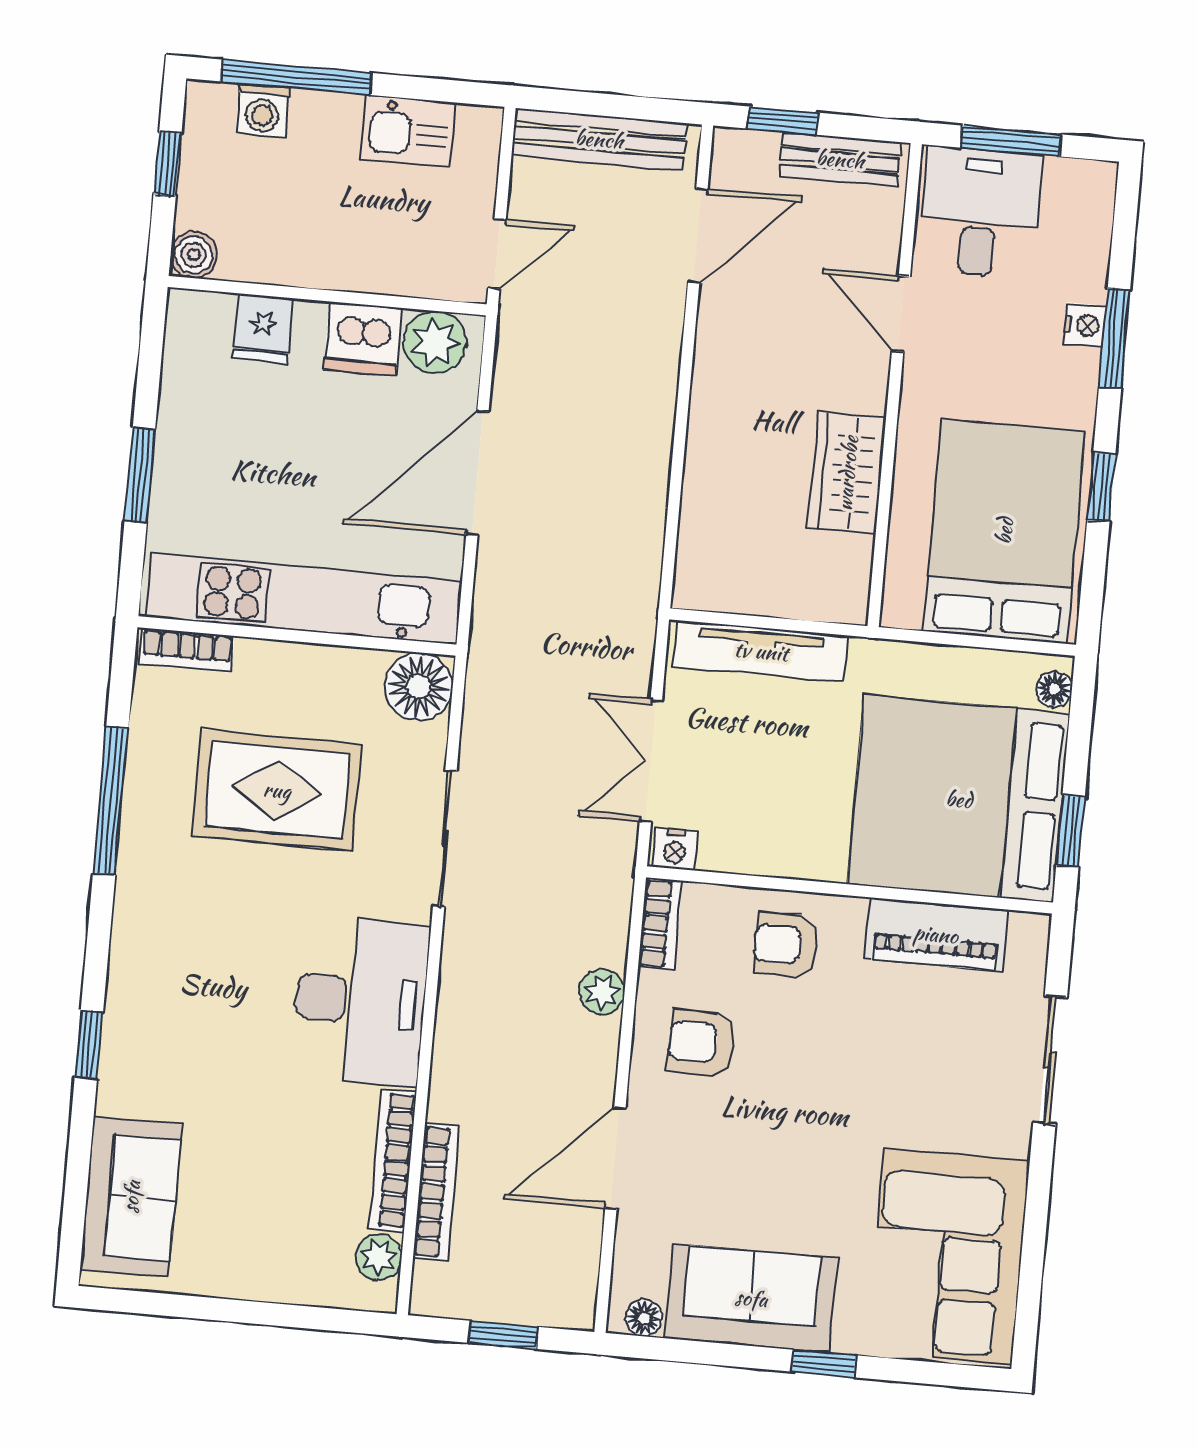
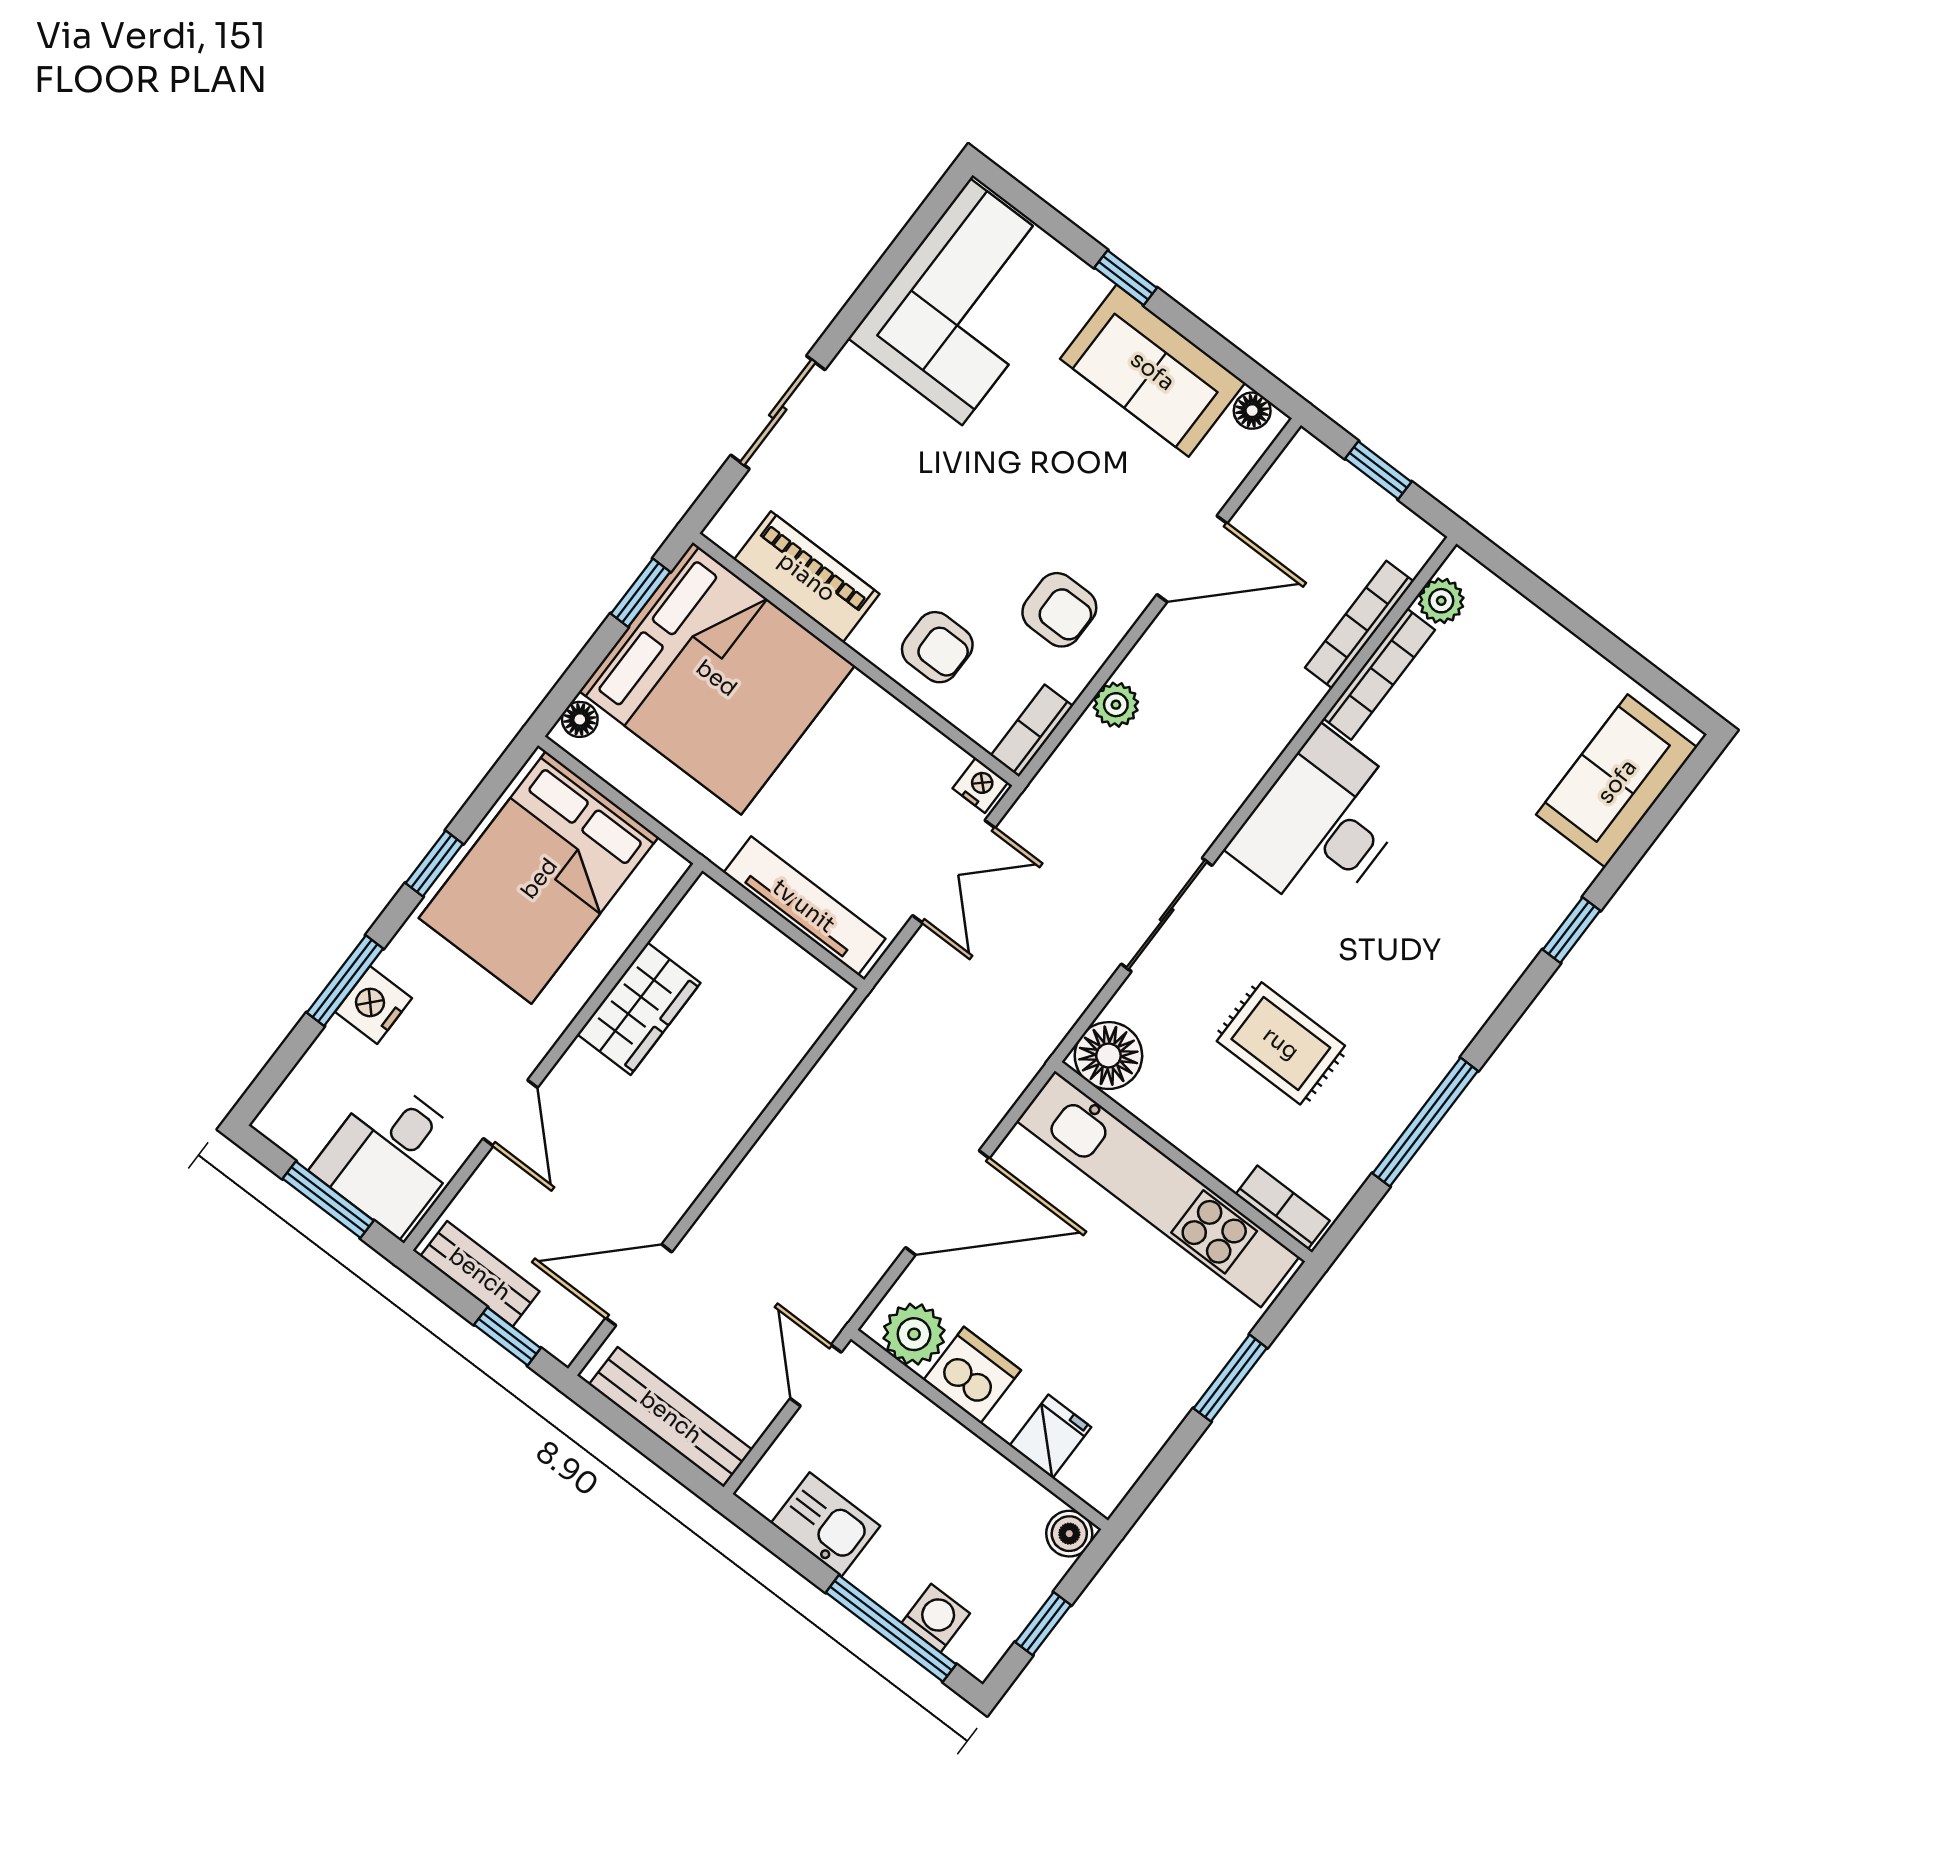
door: (497, 254) -> (816, 1375), hinge flipped
nightstand: (1085, 325) -> (373, 1005), width x1.39, depth x1.35
rug: (277, 790) -> (1281, 1043), width x0.73, depth x0.70

